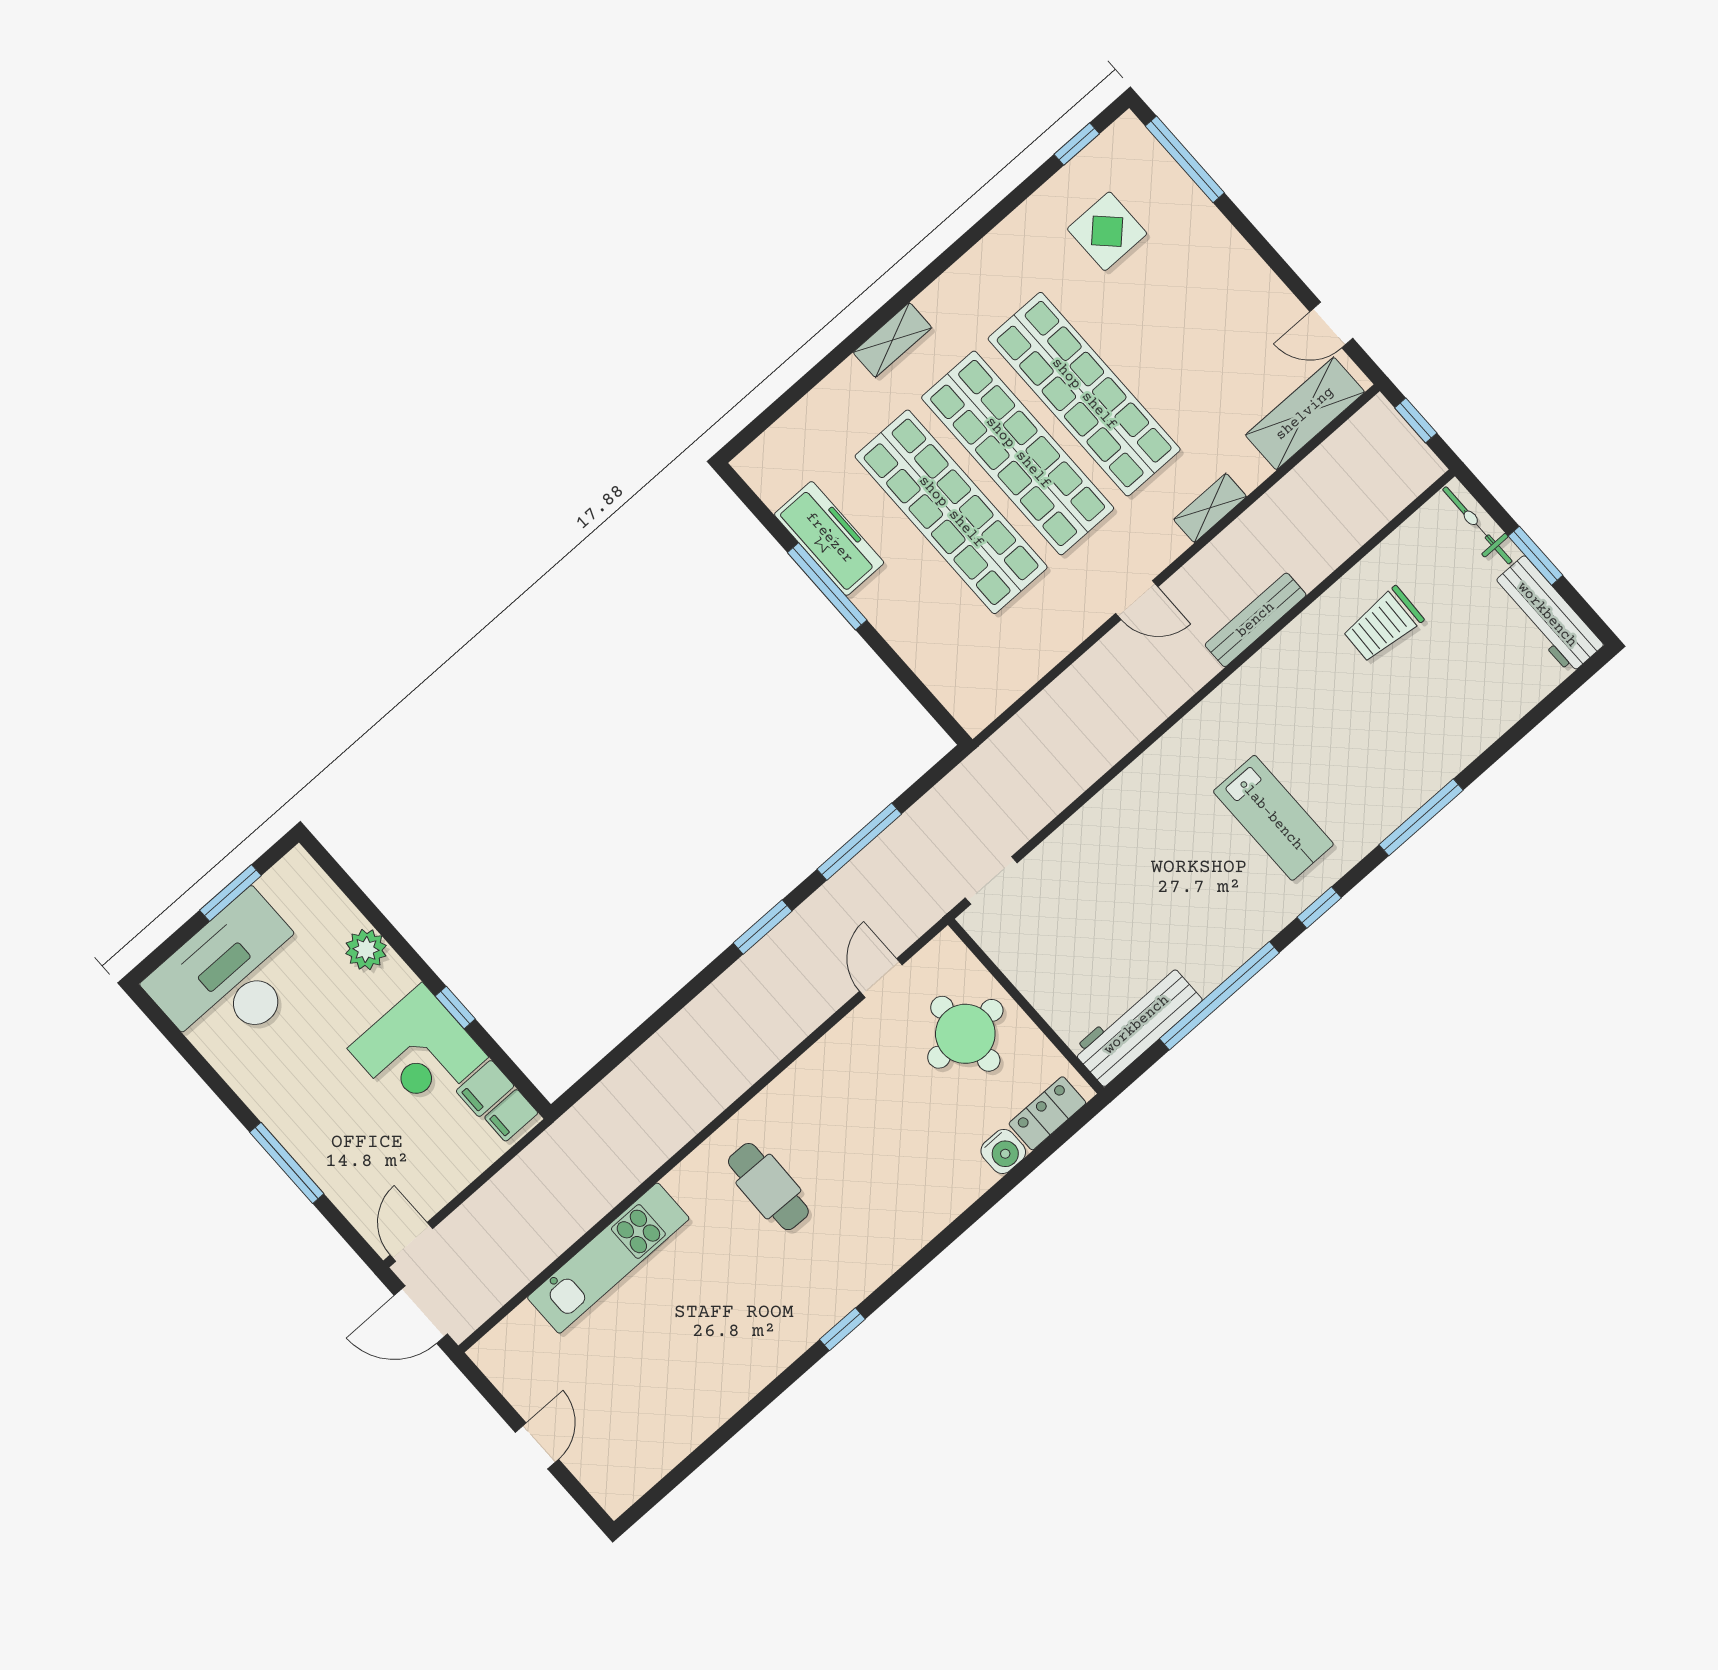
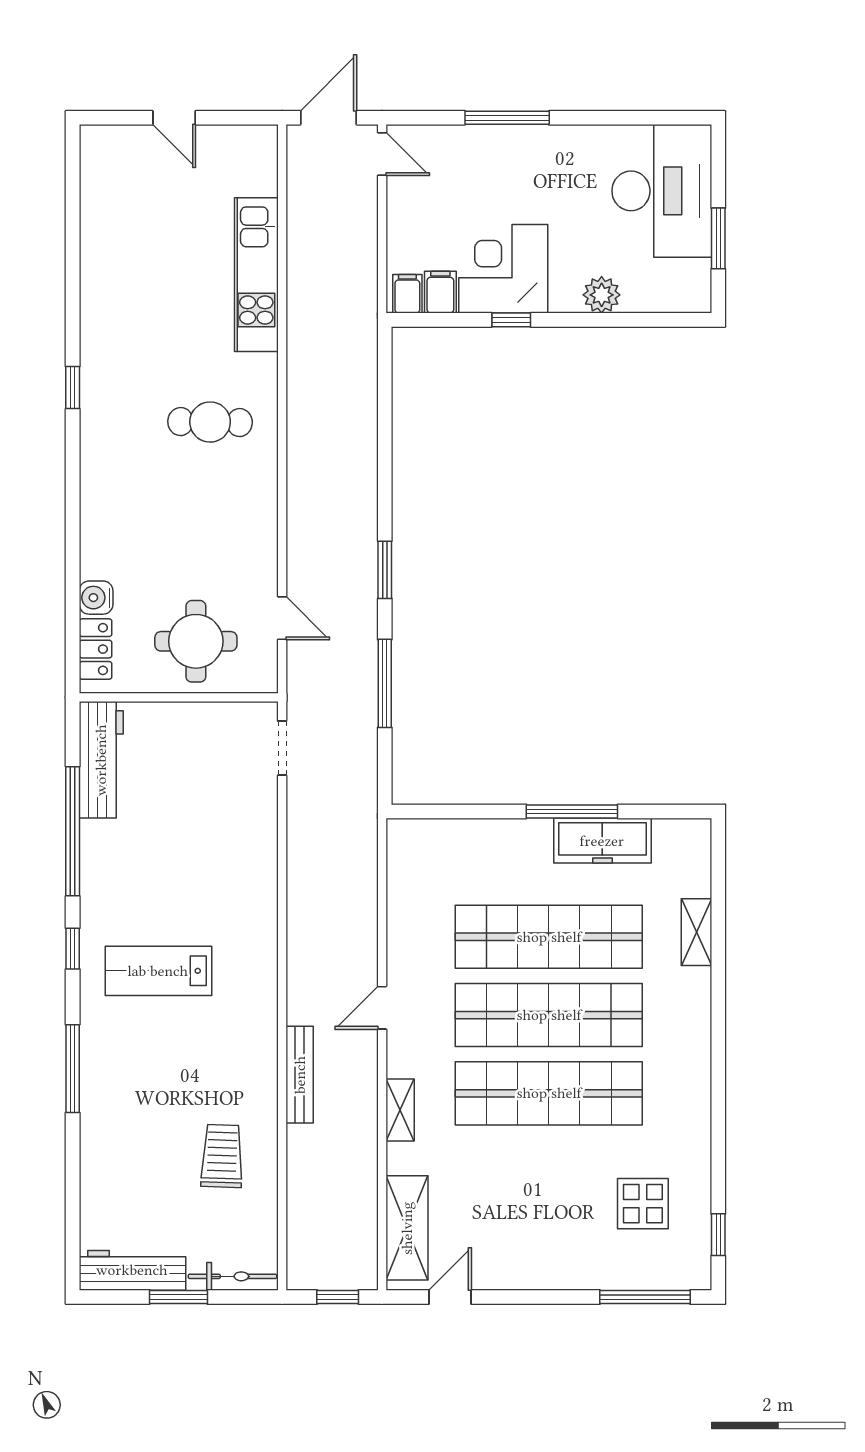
shelving: (892, 340) -> (696, 932), moved

